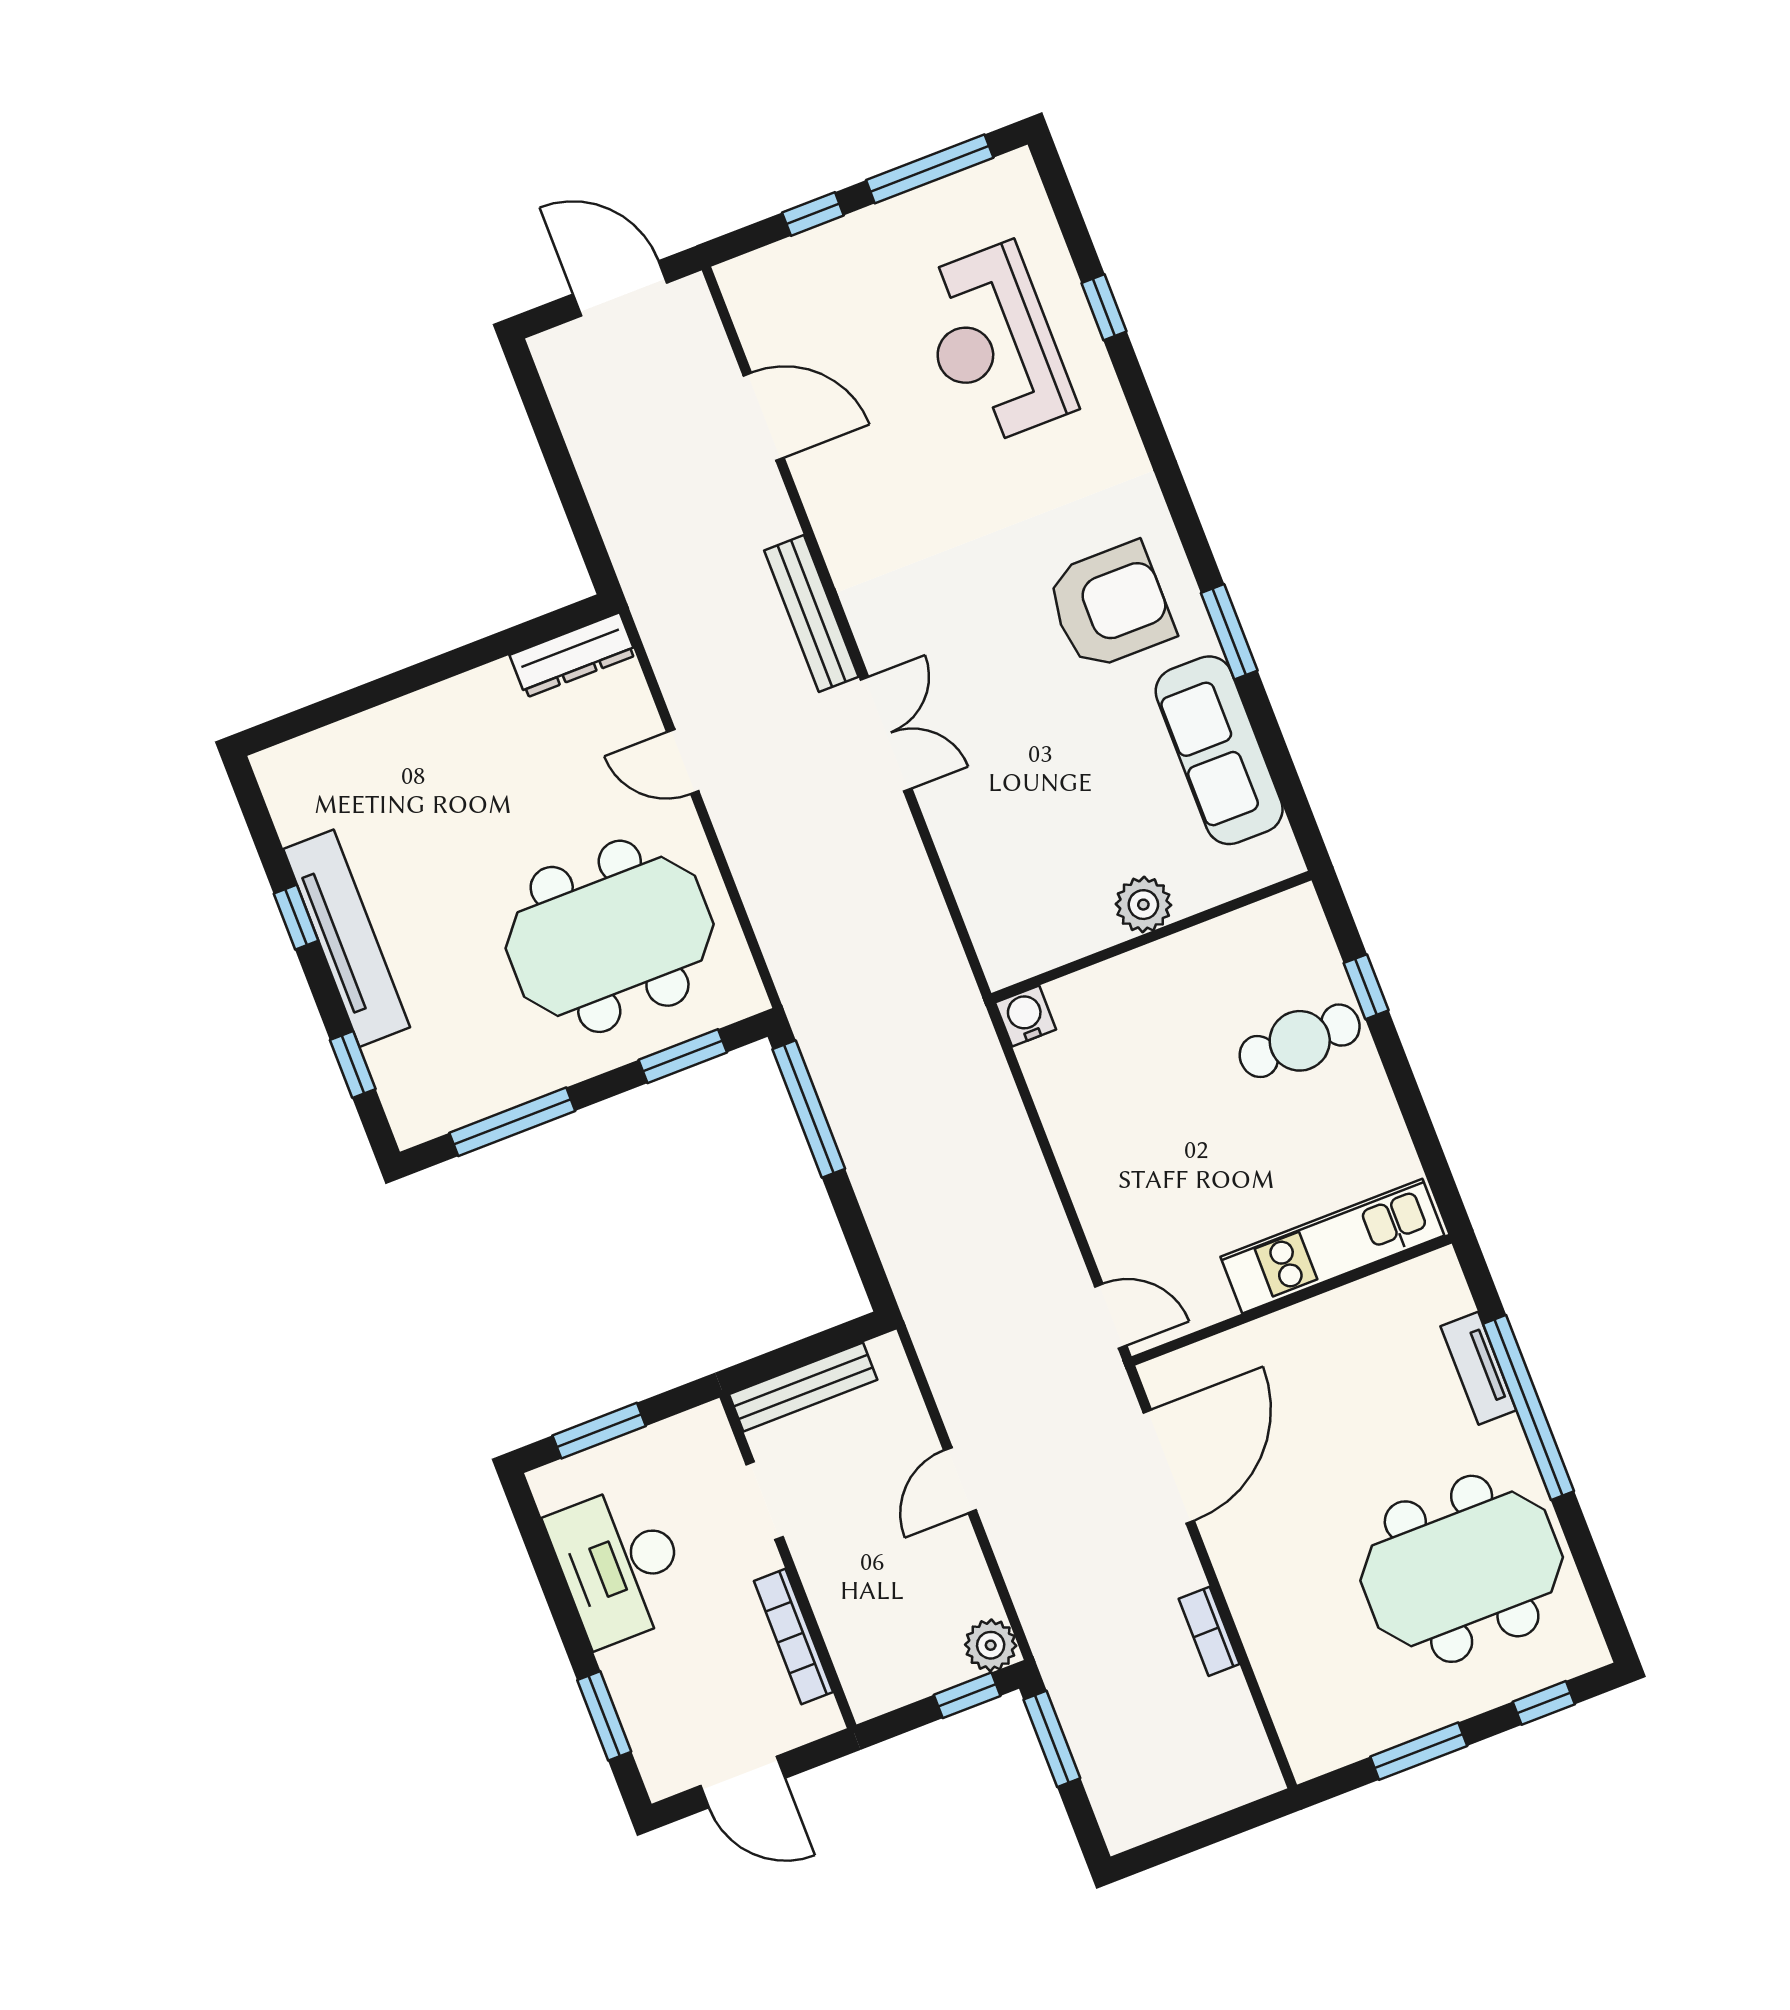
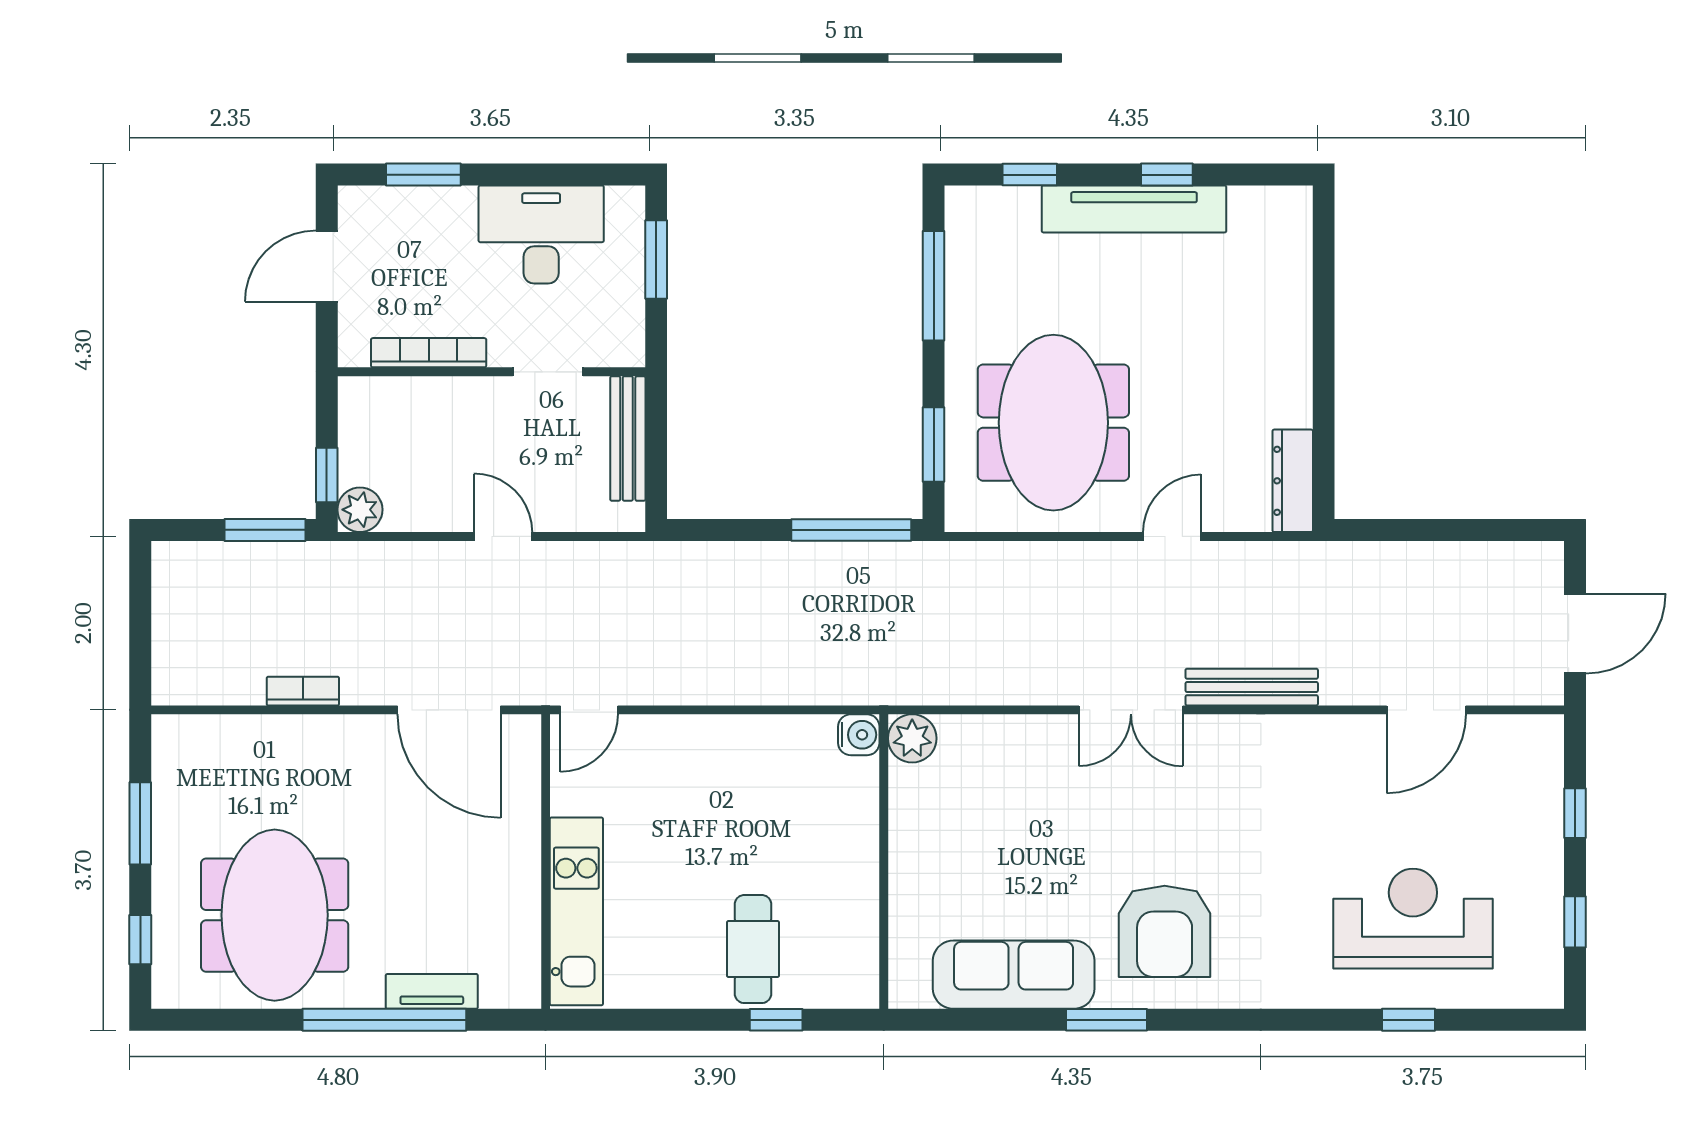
window: (930, 169) -> (1575, 922), width x0.46
plant: (1143, 905) -> (912, 738), moved

